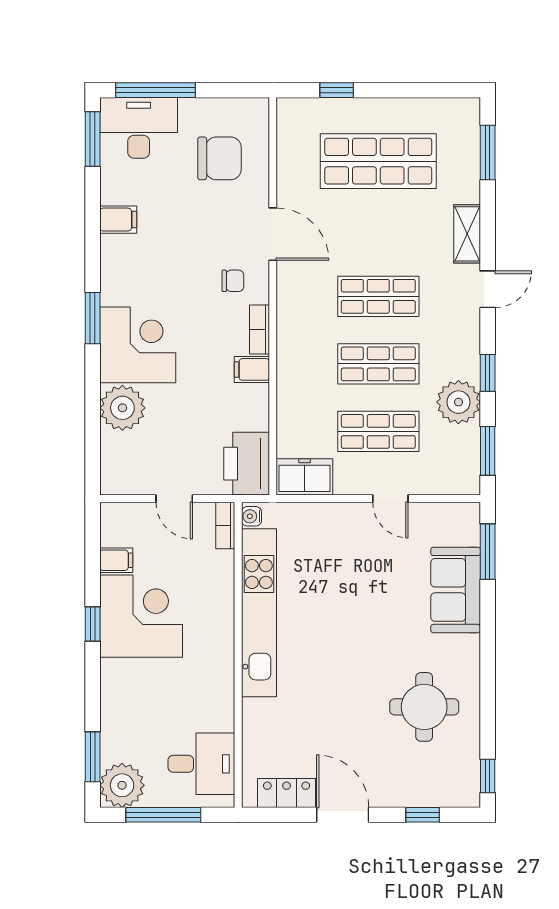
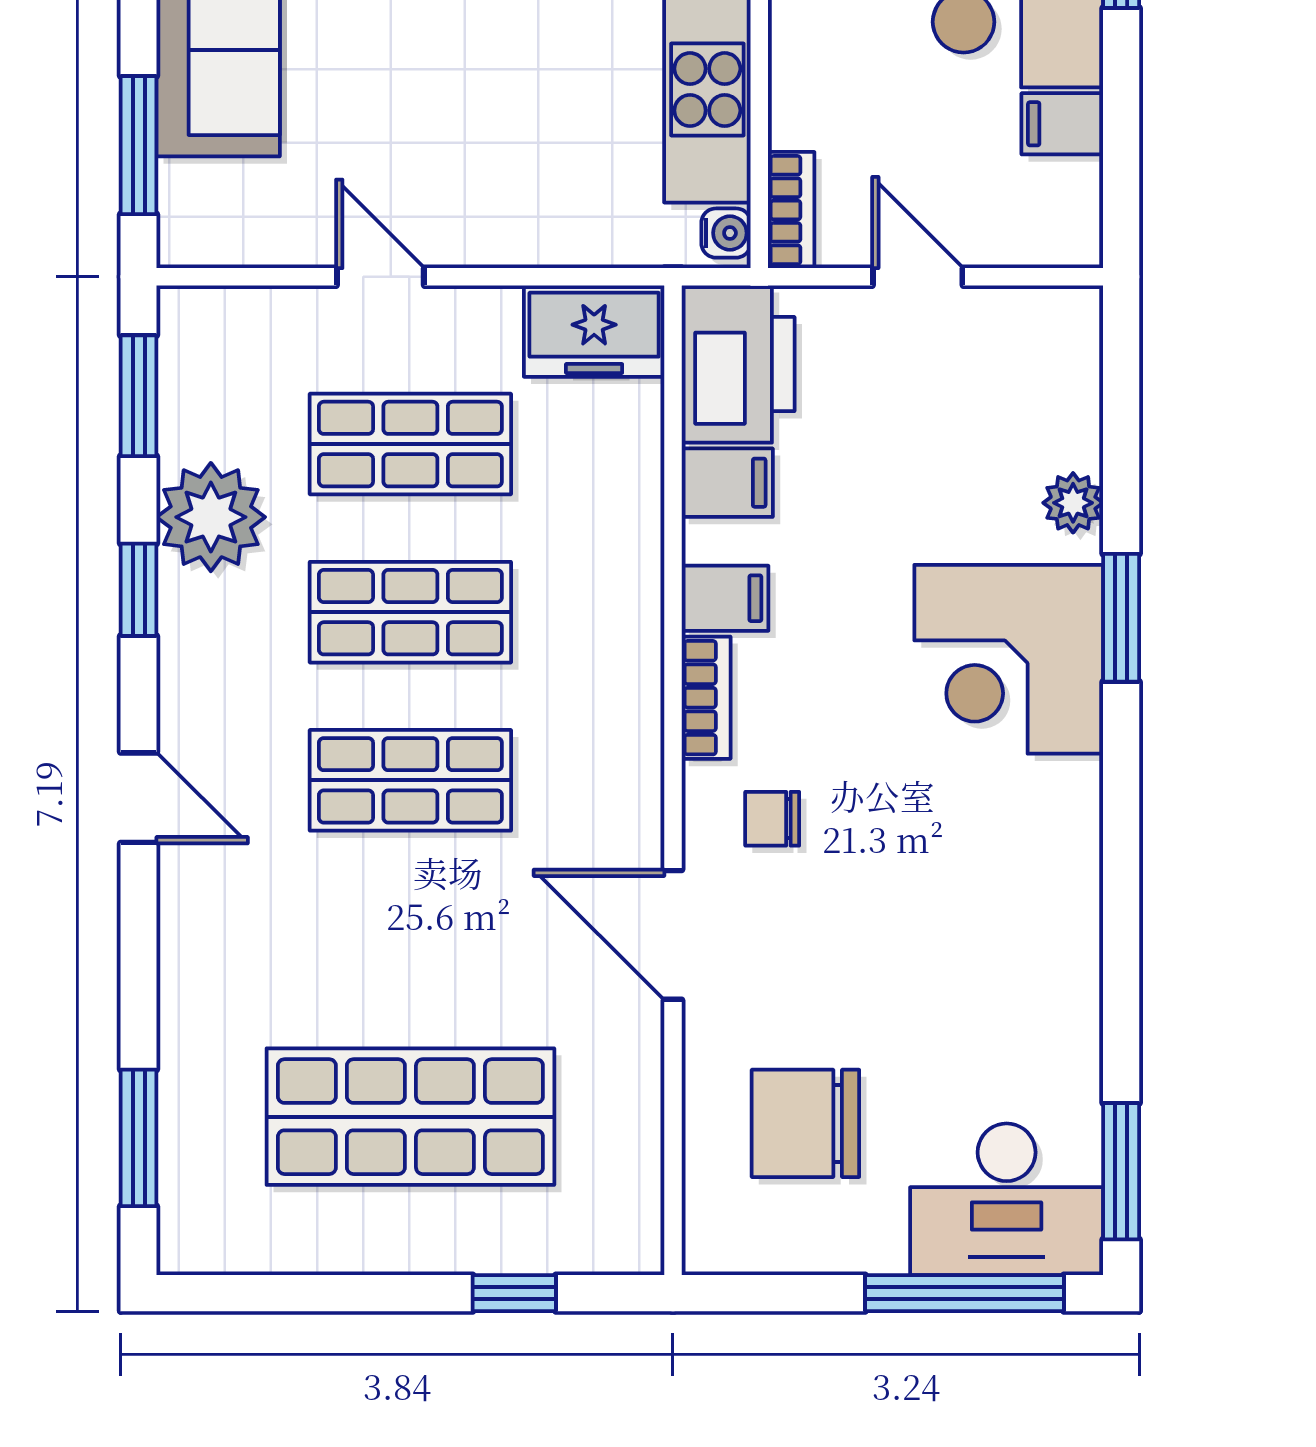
filing cabinet: (118, 220) -> (727, 483), moved, turned 180
shelving: (467, 234) -> (189, 936), removed
door: (488, 289) -> (139, 798), swing flipped
window: (93, 318) -> (1121, 618), moved
plant: (122, 408) -> (1073, 503), width x0.53, depth x0.53

